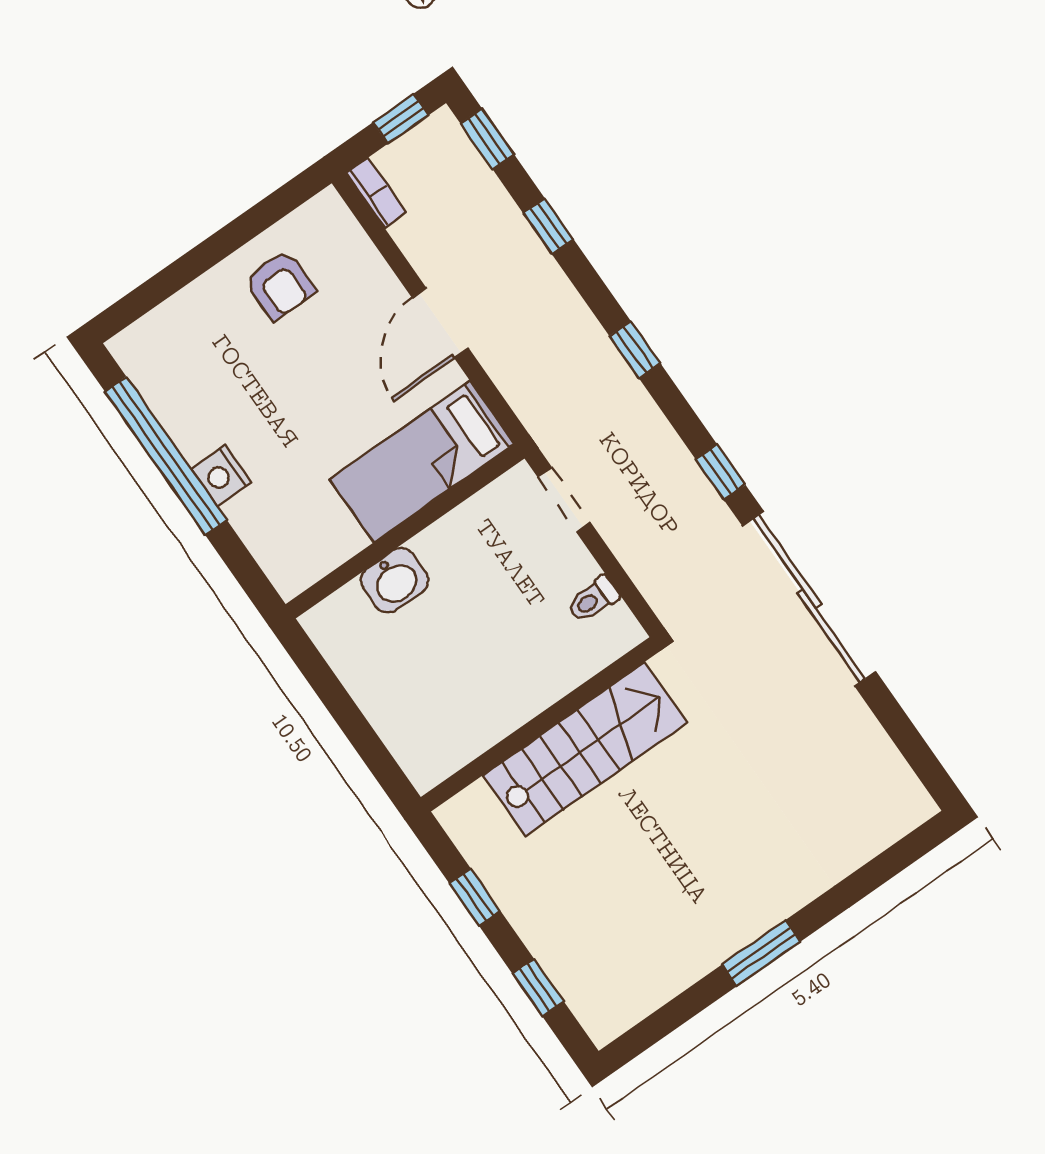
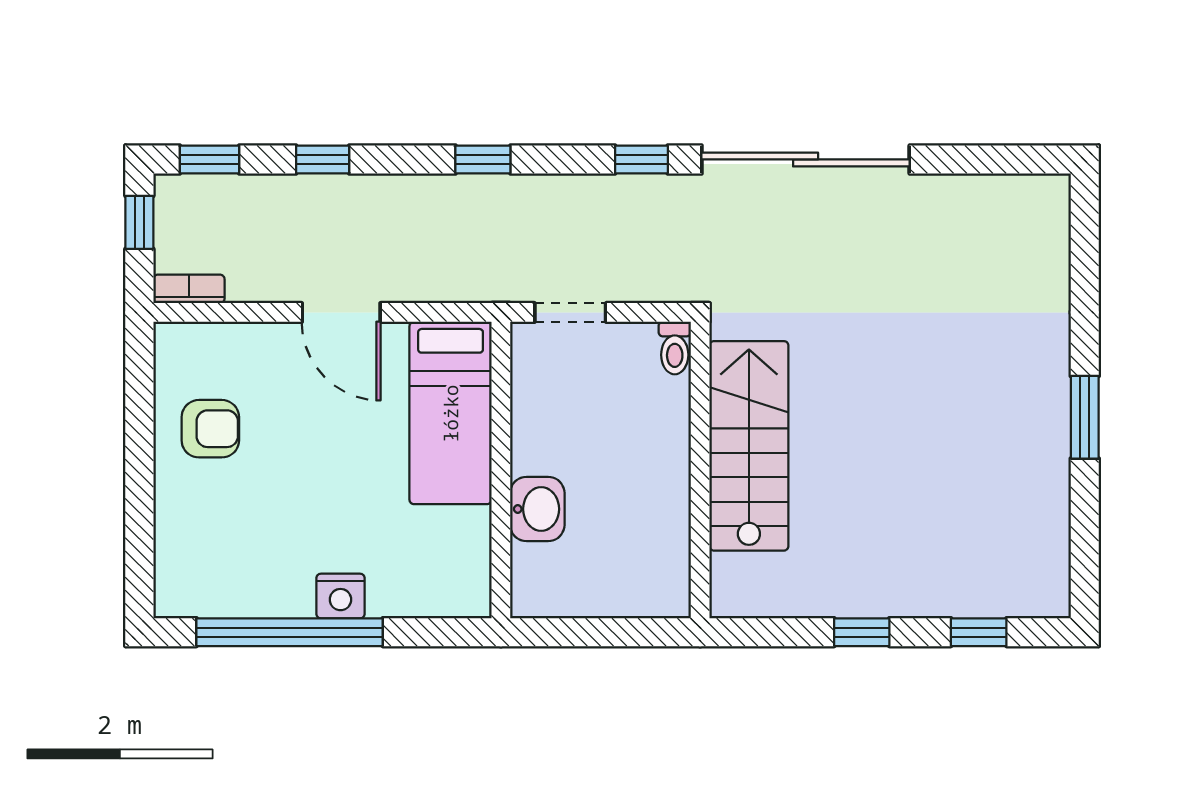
wall: (540, 724) -> (700, 470), moved
stairs: (585, 749) -> (749, 446), moved

